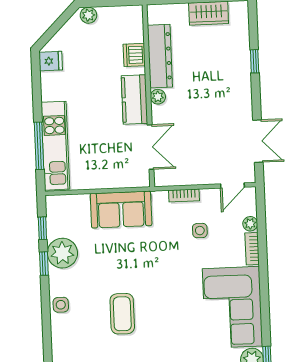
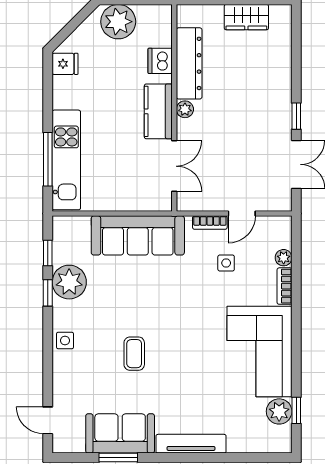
plant: (88, 15) -> (118, 22), width x1.88, depth x1.88
window: (255, 61) -> (296, 116), moved
door: (232, 186) -> (242, 214), moved
sofa: (121, 210) -> (138, 235), width x1.36
coffee table: (122, 314) -> (134, 354), width x0.73, depth x0.77

